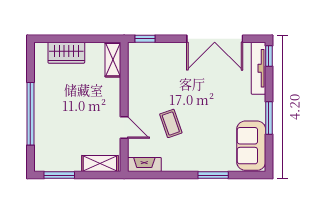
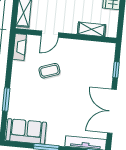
window: (145, 39) -> (116, 70), moved
shelving: (113, 60) -> (92, 29), moved

